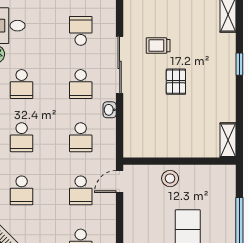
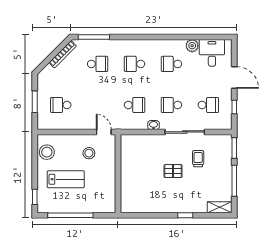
school desk: (81, 137) -> (135, 105), turned 180
shelving: (228, 140) -> (132, 207), removed
stool: (170, 178) -> (89, 153), moved
school desk: (22, 190) -> (98, 64), turned 180
school desk: (81, 190) -> (98, 105), removed

